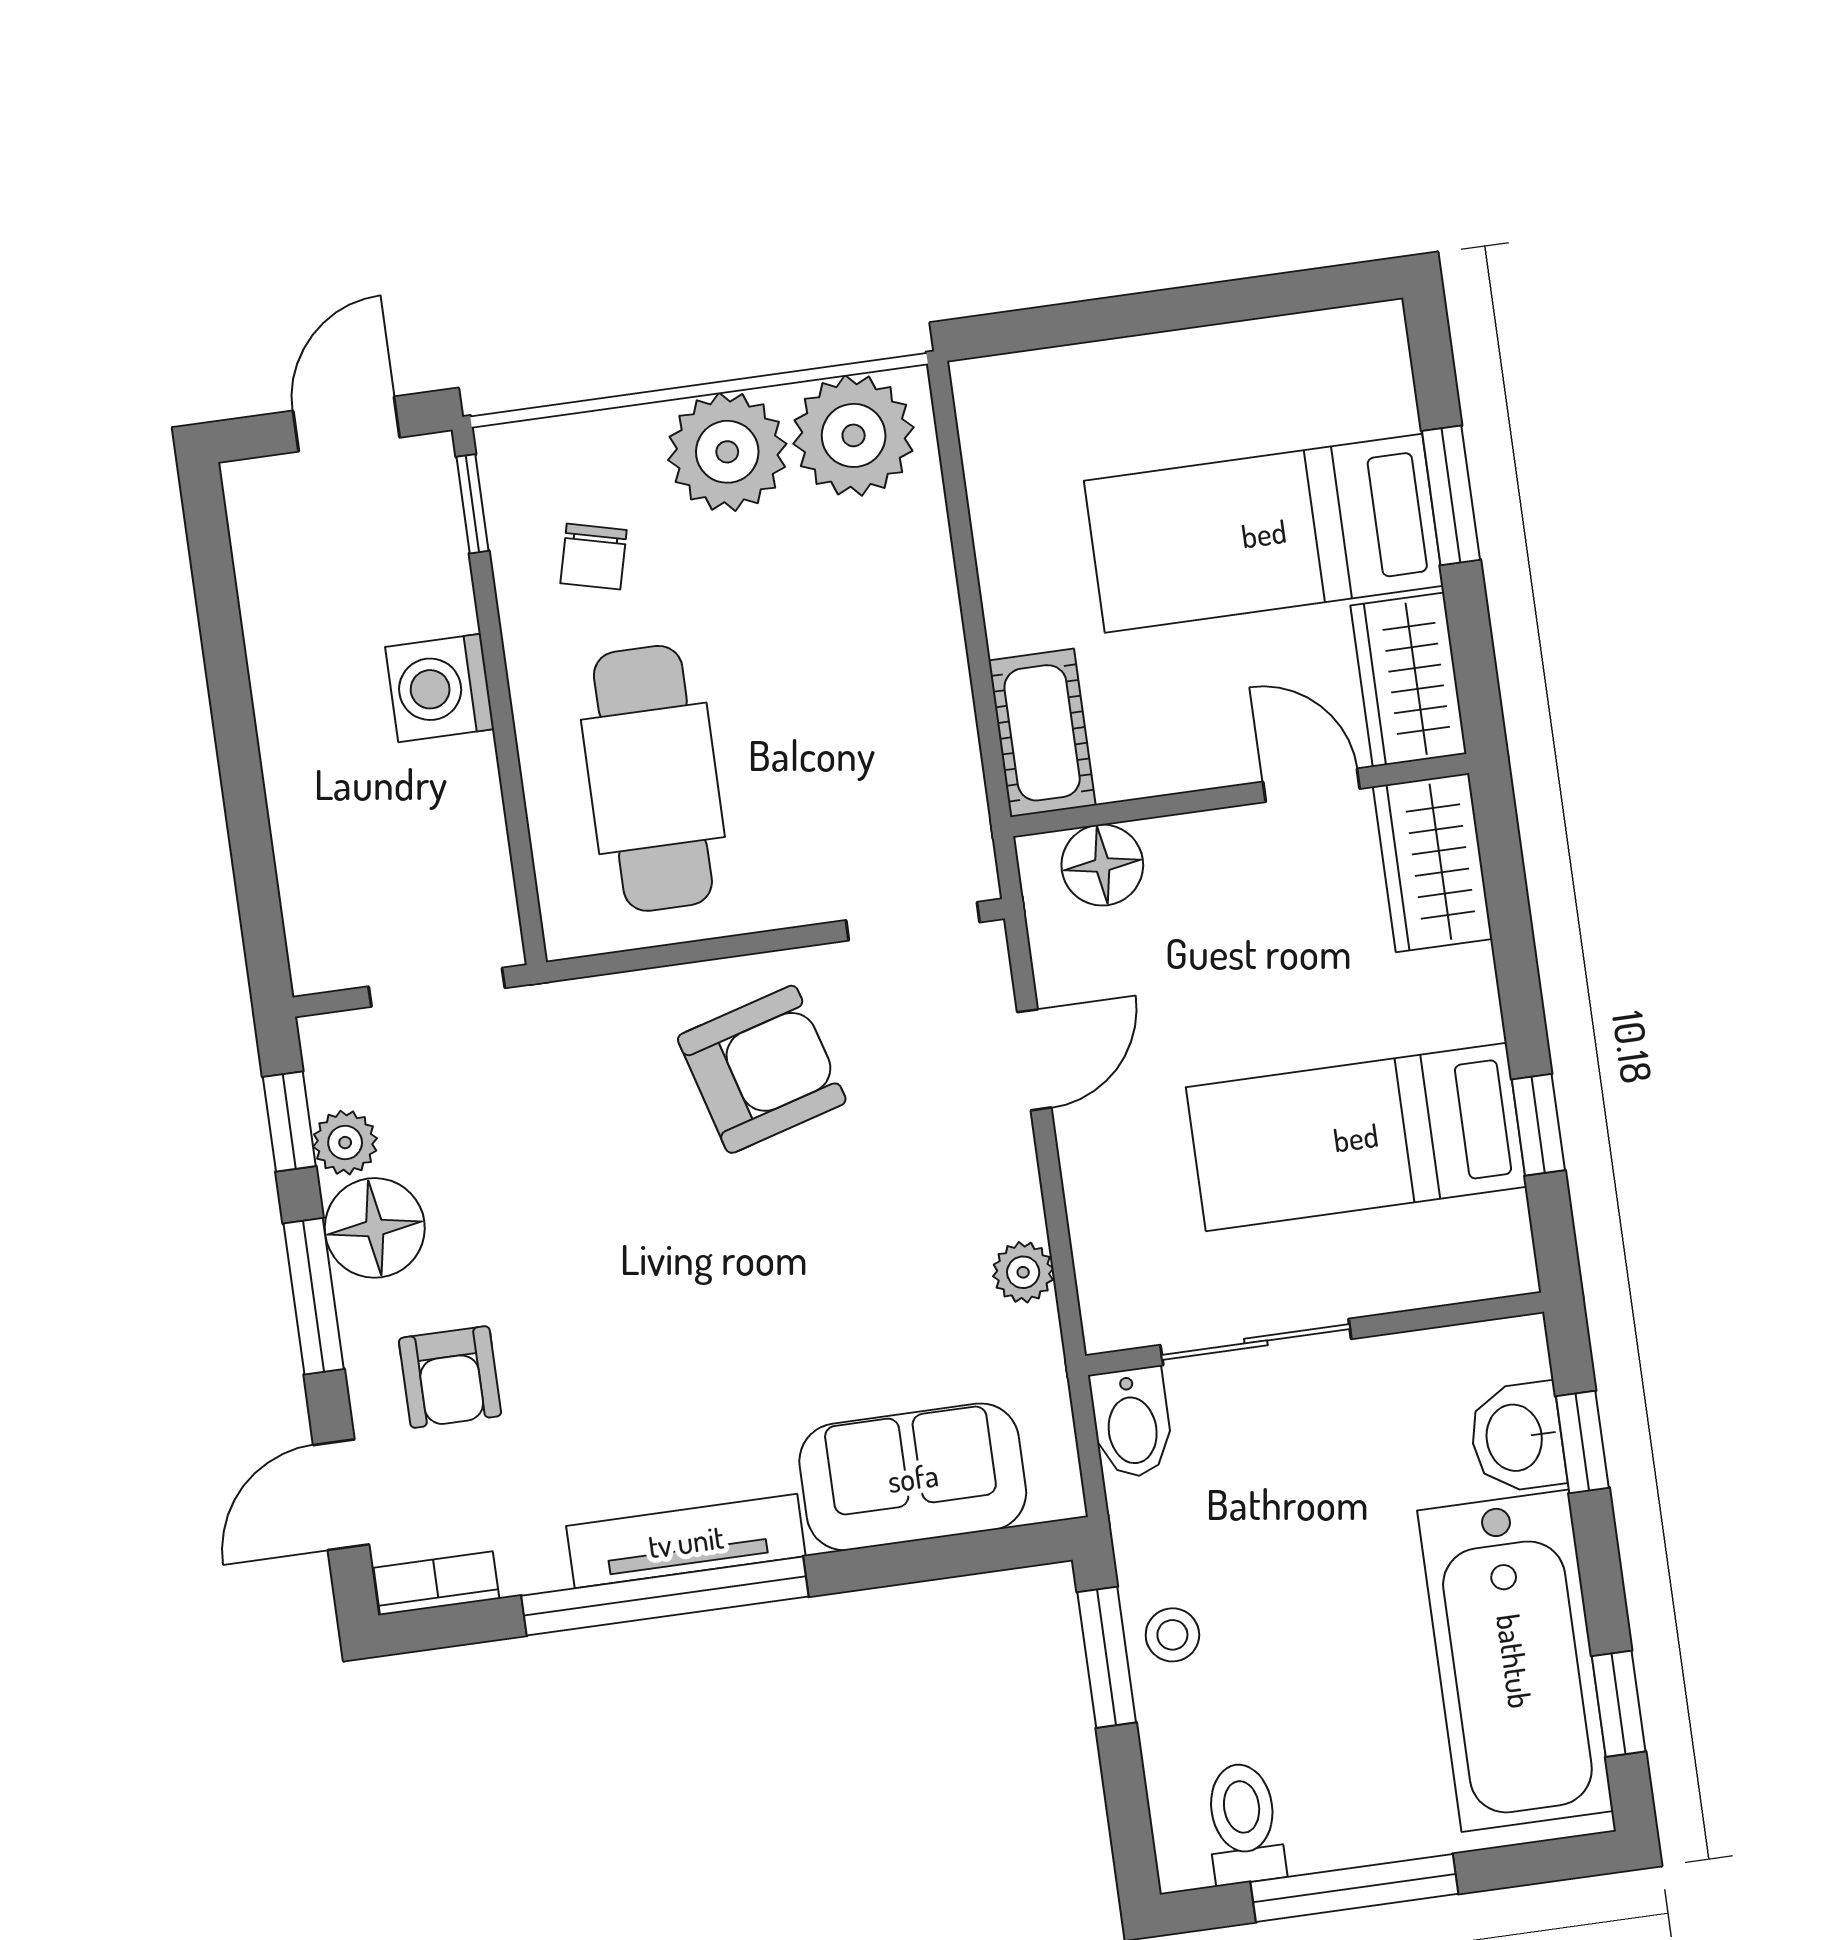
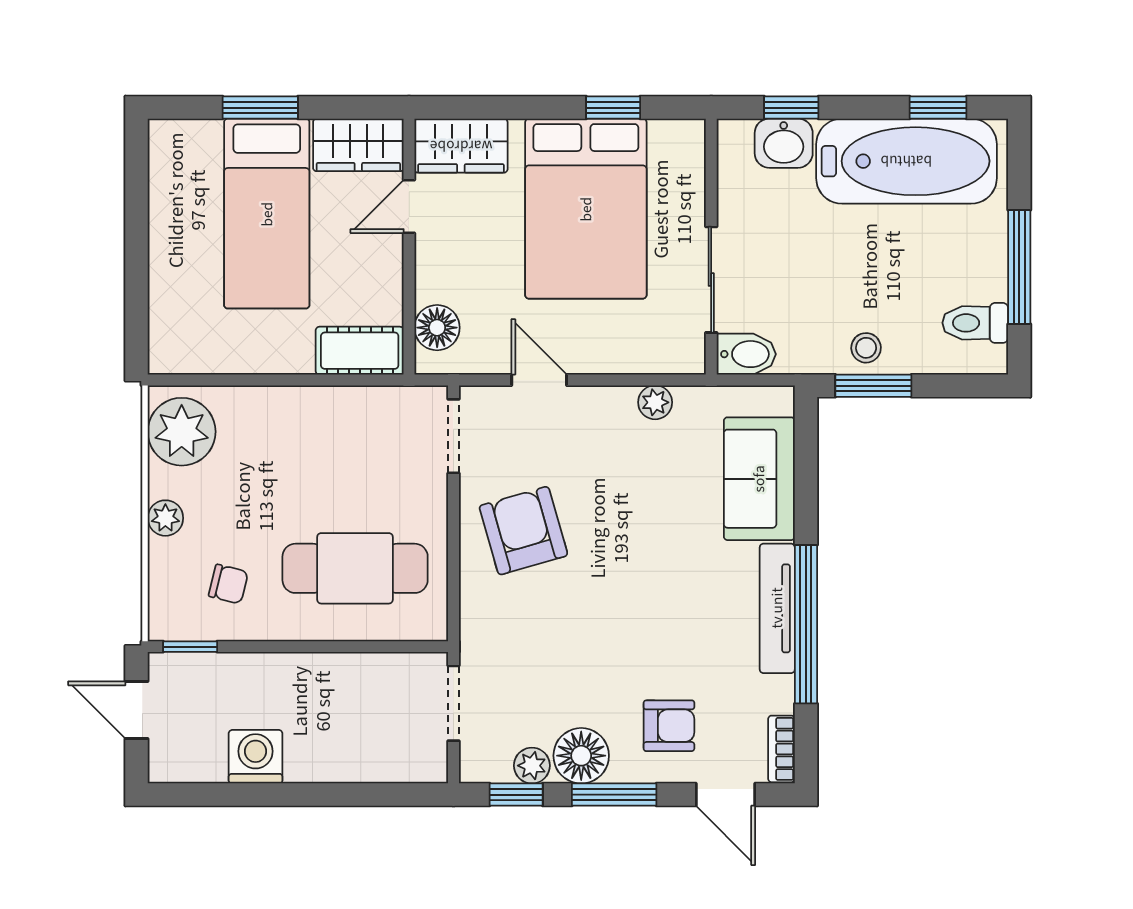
plant: (727, 452) -> (165, 518), width x0.53, depth x0.53
washing machine: (440, 688) -> (256, 757), moved, turned 180
bed: (1356, 1137) -> (586, 209), width x1.50

